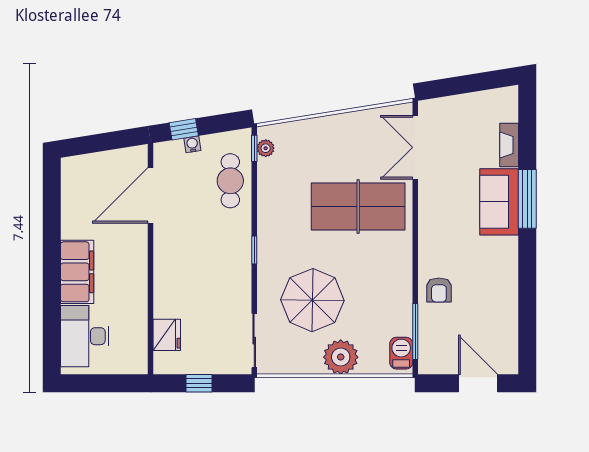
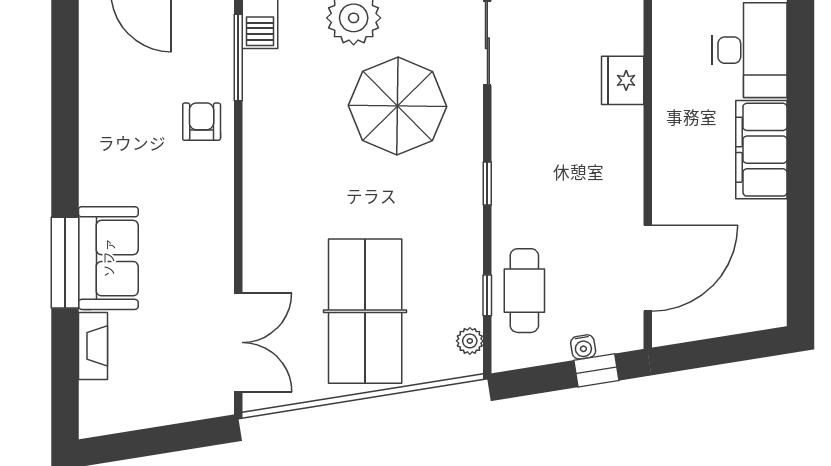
window: (254, 148) -> (487, 295), moved
table tennis table: (358, 207) -> (365, 311), moved, turned 90
fridge: (167, 335) -> (623, 80), moved

